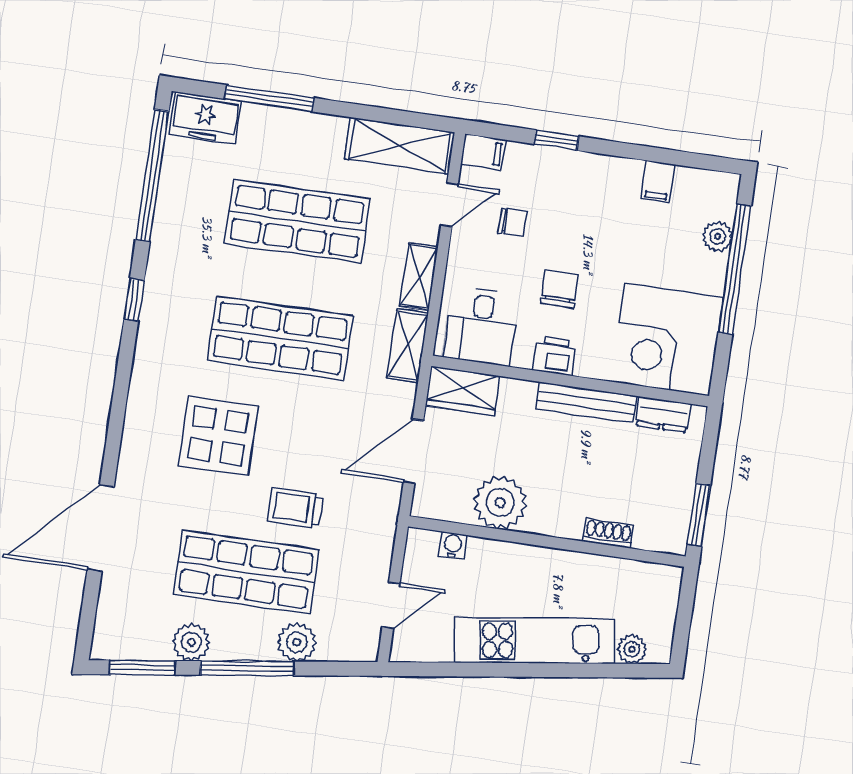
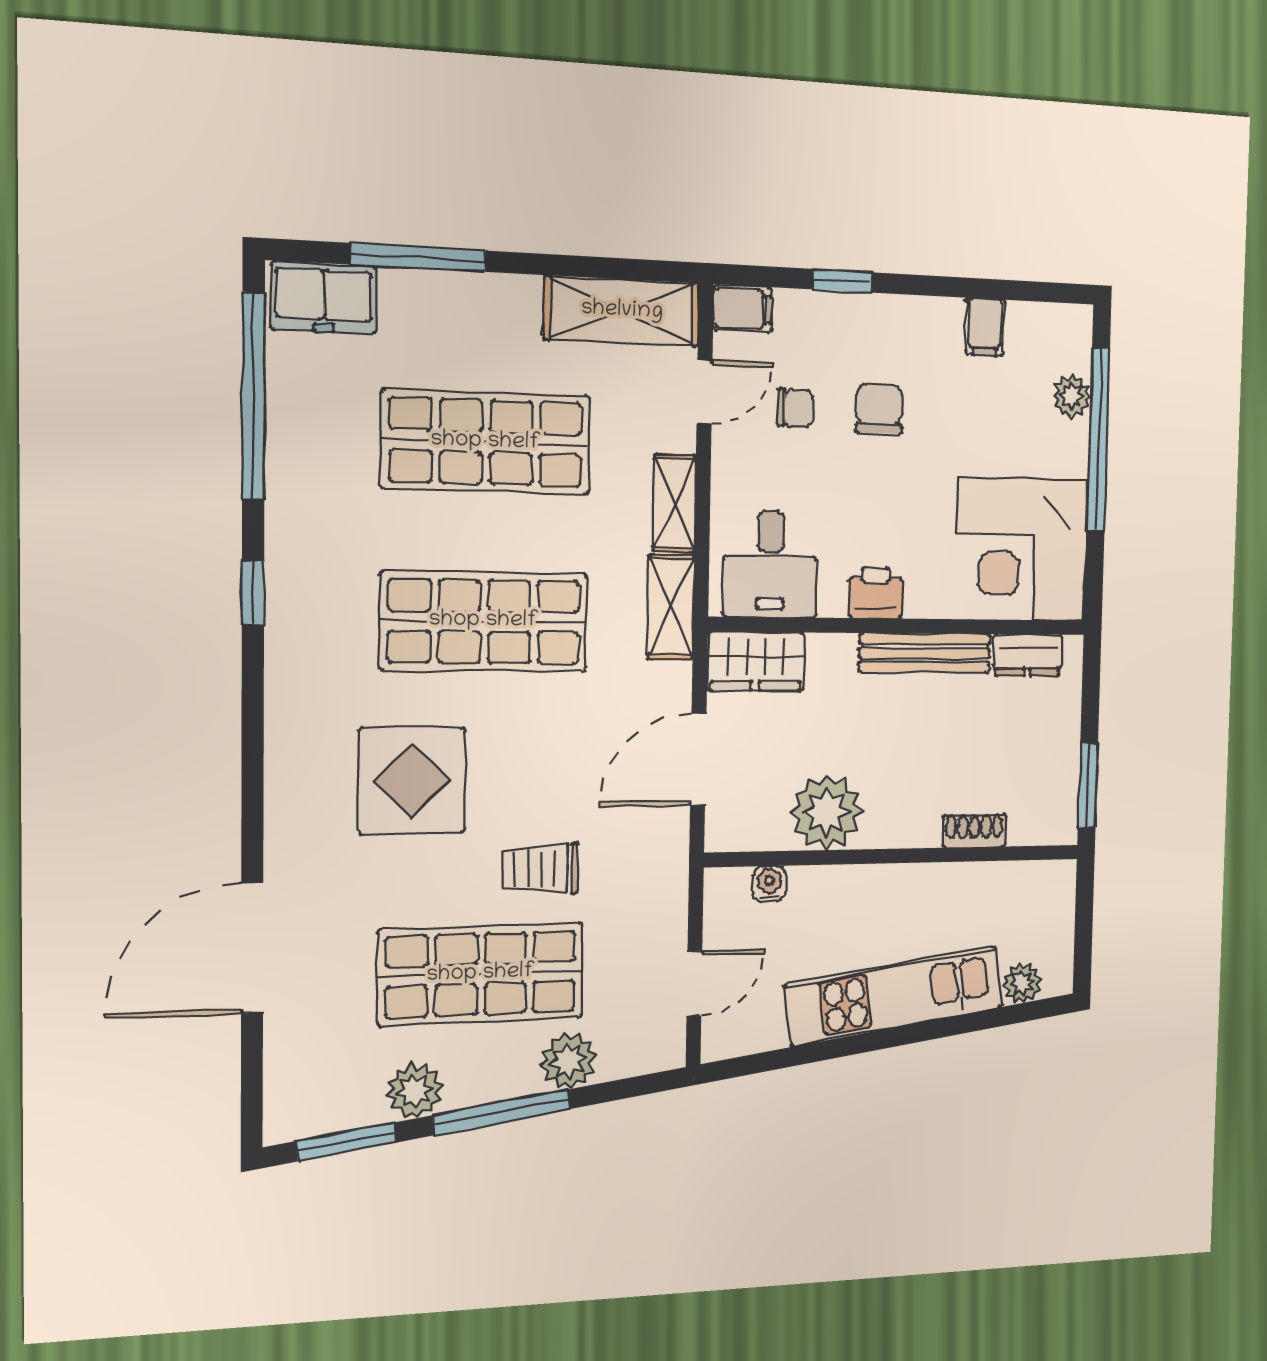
chair: (559, 289) -> (879, 409), moved

